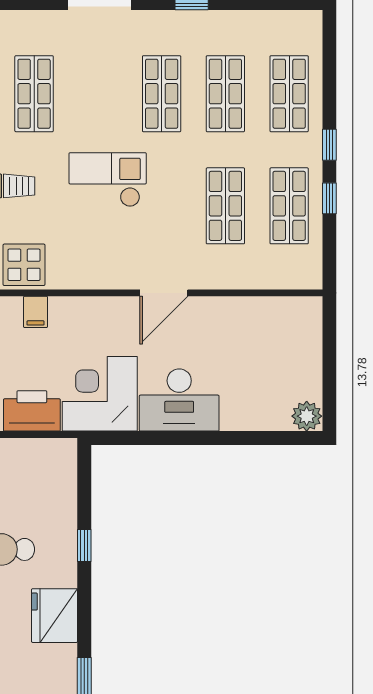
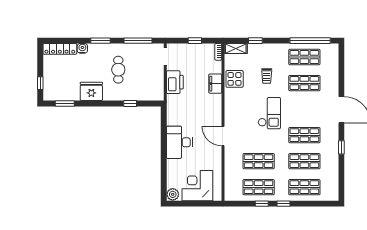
filing cabinet: (36, 312) -> (215, 84), width x2.00
corner desk: (100, 394) -> (197, 186), moved, turned -90
window: (84, 546) -> (130, 104), moved

